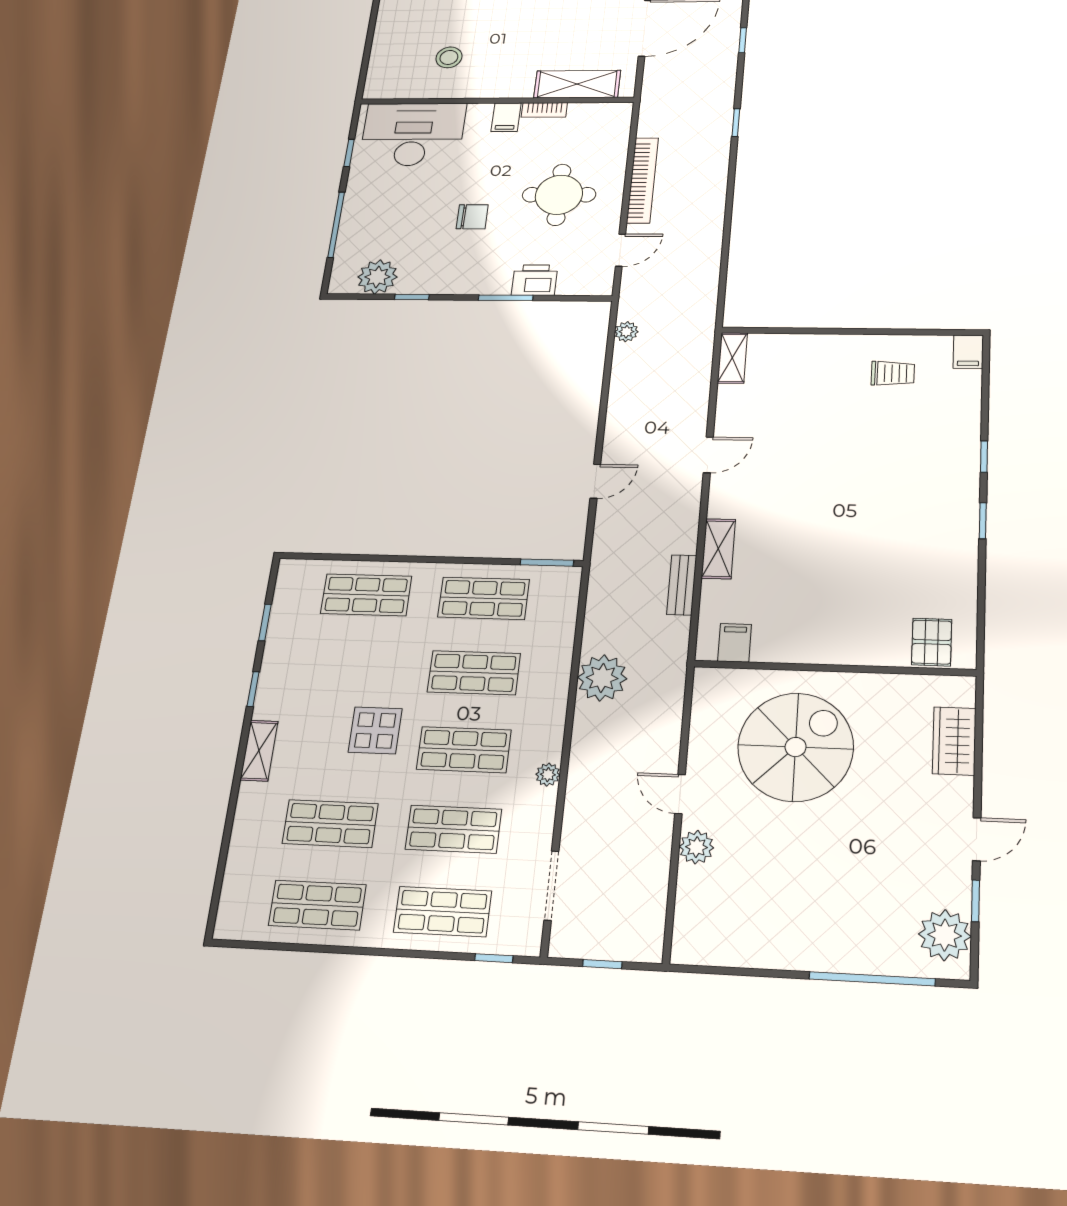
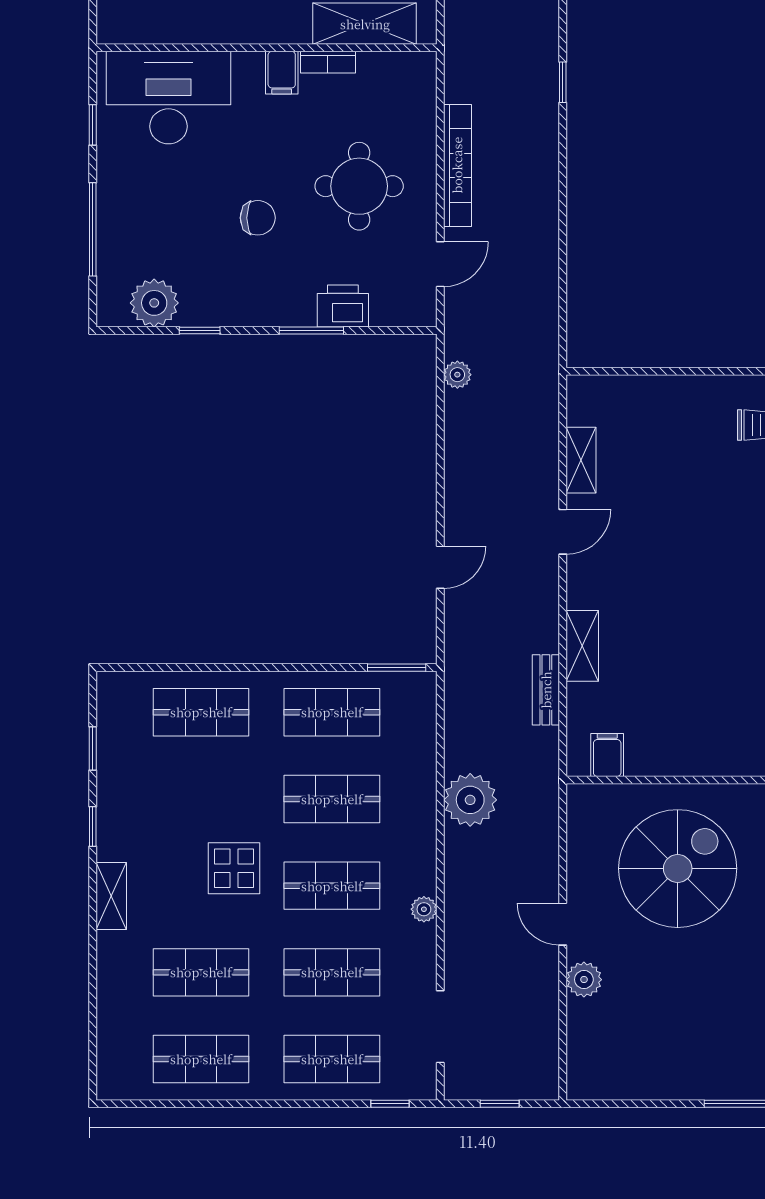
shelving: (732, 358) -> (581, 460), moved

